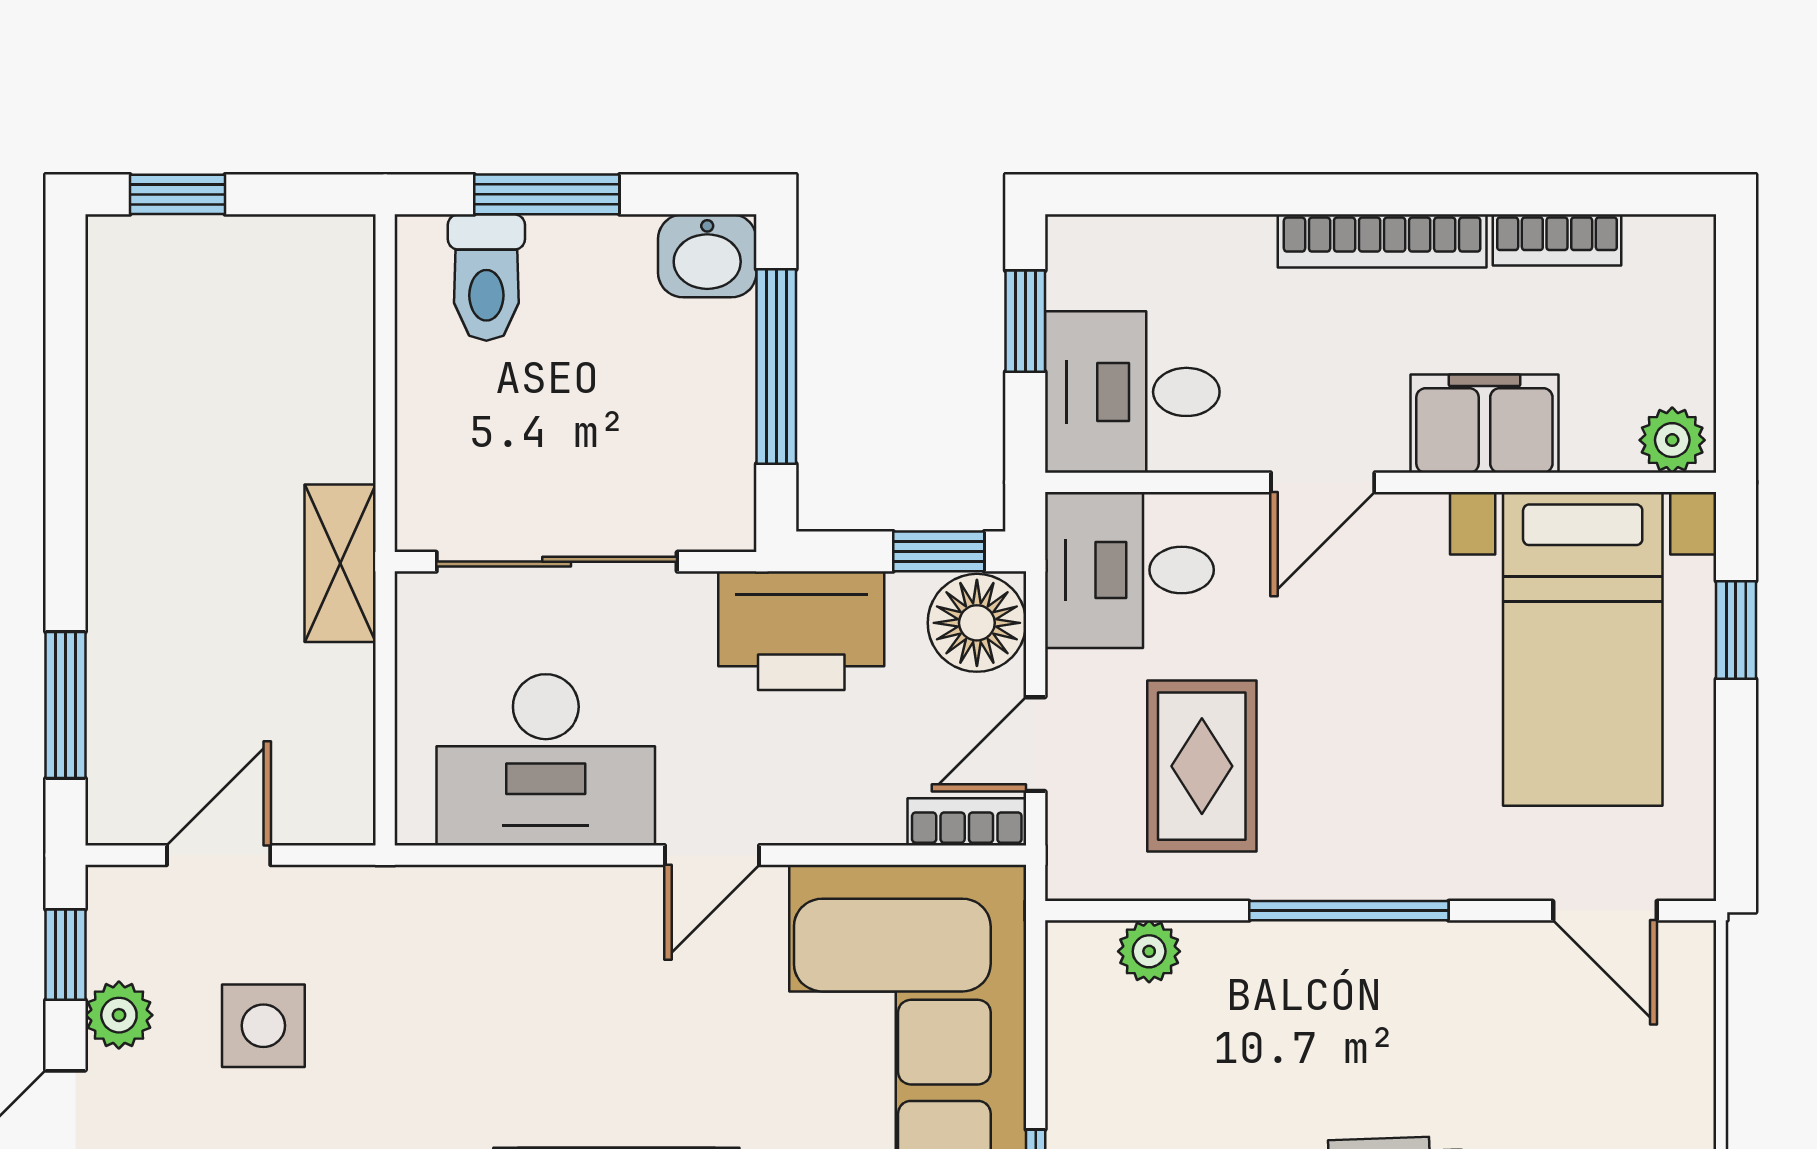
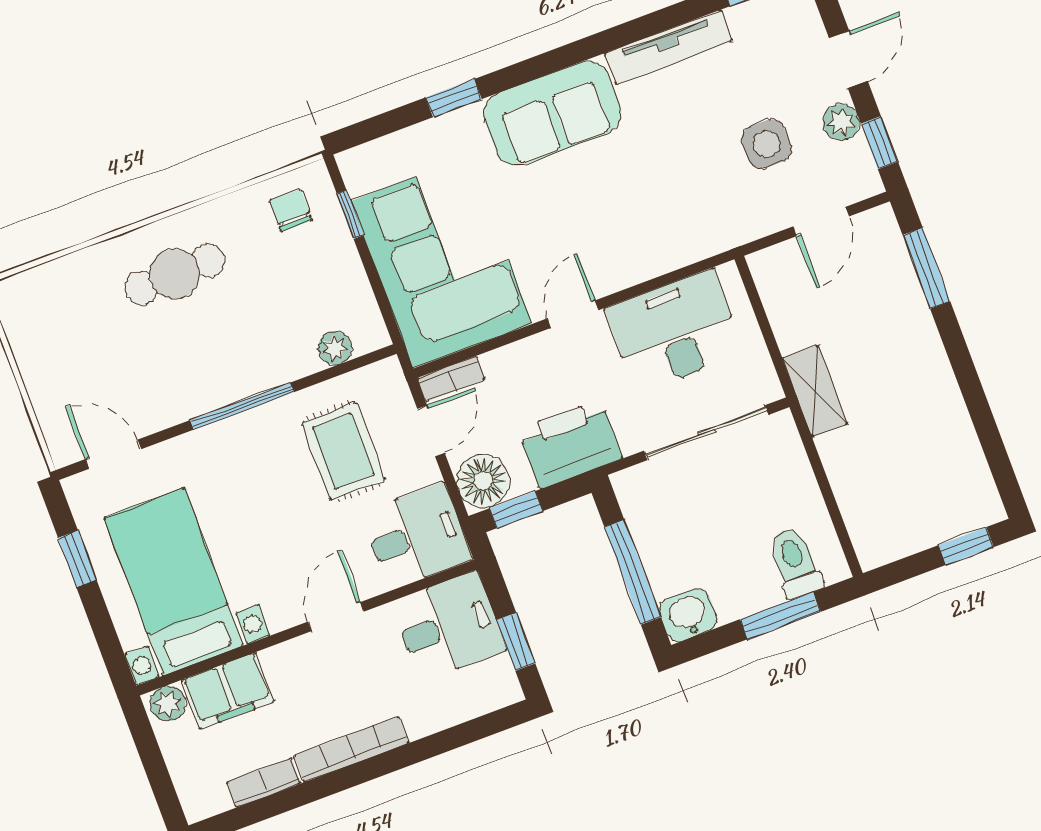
filing cabinet: (1484, 424) -> (228, 691), moved
window: (1736, 630) -> (77, 559), moved

